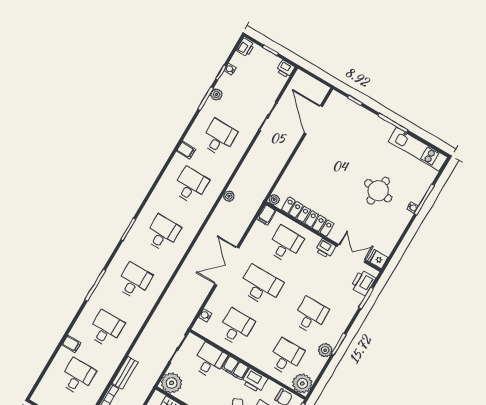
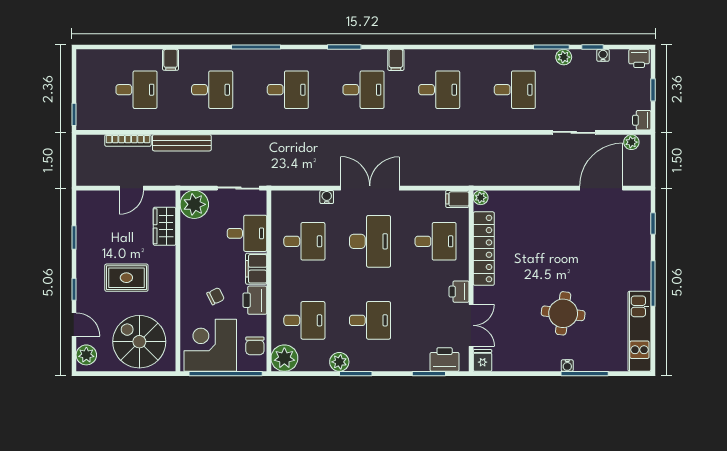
filing cabinet: (186, 150) -> (396, 60), moved
plant: (229, 196) -> (631, 142), moved
water cooler: (205, 315) -> (327, 197), moved
bench: (125, 373) -> (182, 143), width x1.36

